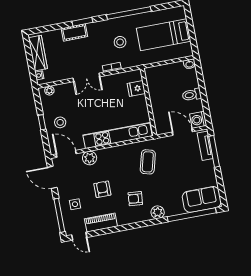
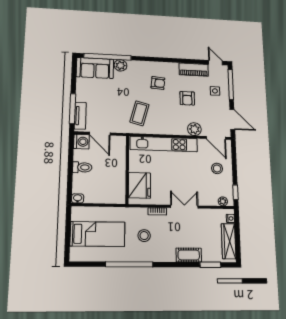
window: (82, 22) -> (210, 265), moved
fridge: (136, 89) -> (139, 185), width x1.88, depth x1.34
window: (42, 122) -> (235, 192), moved
plant: (158, 212) -> (120, 65), moved

